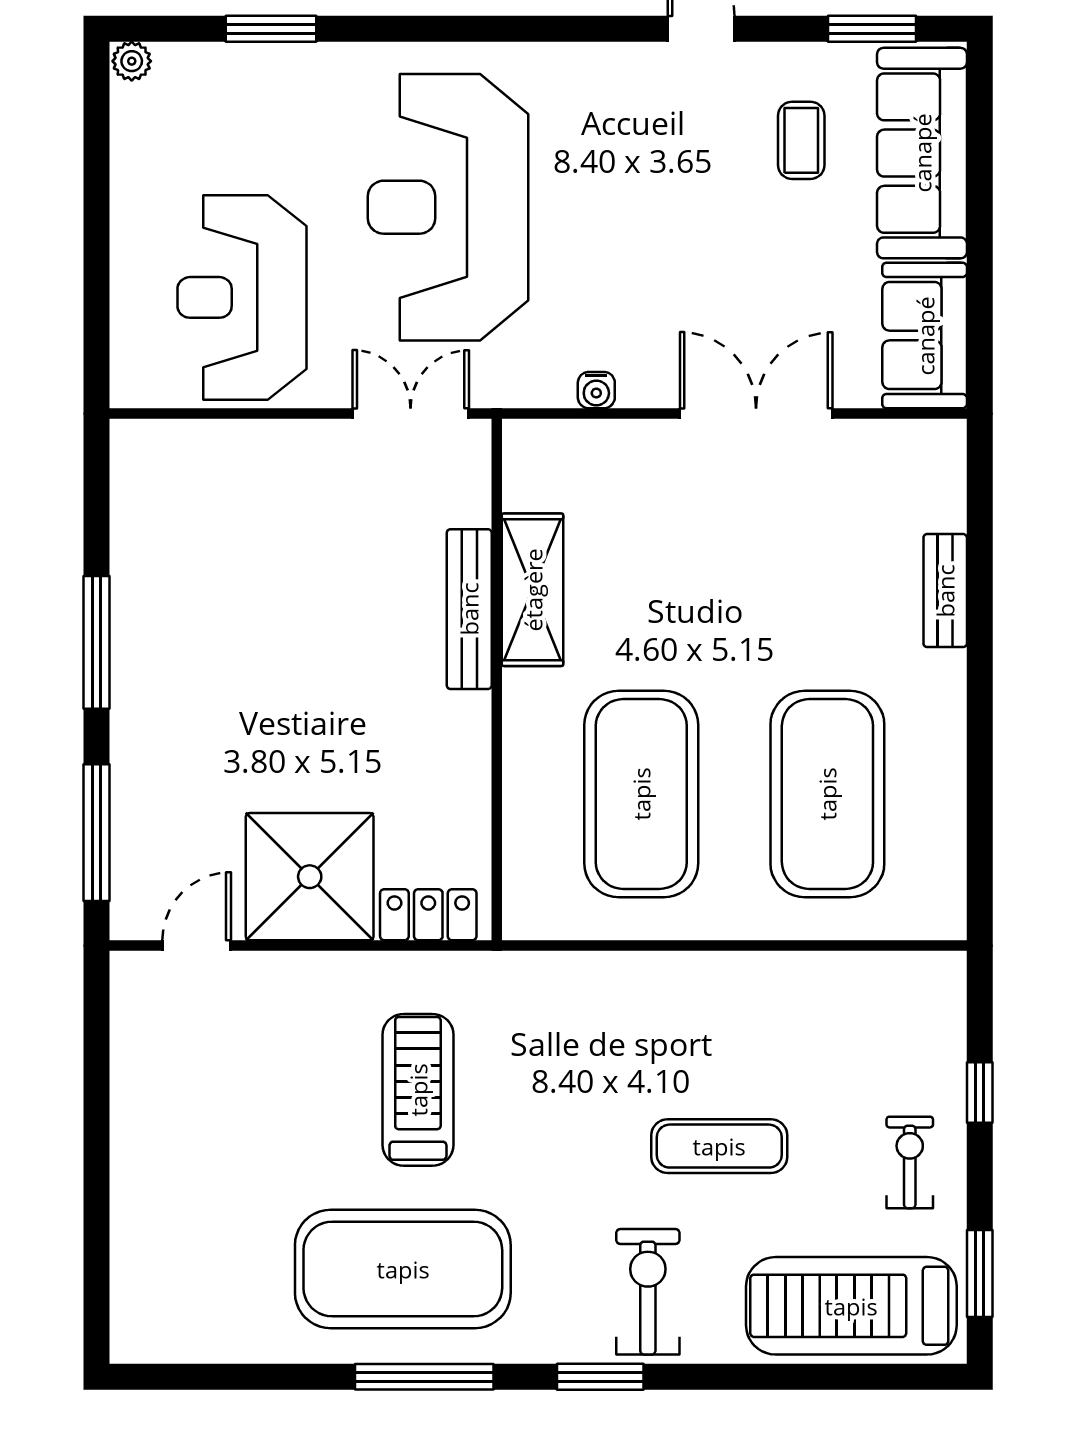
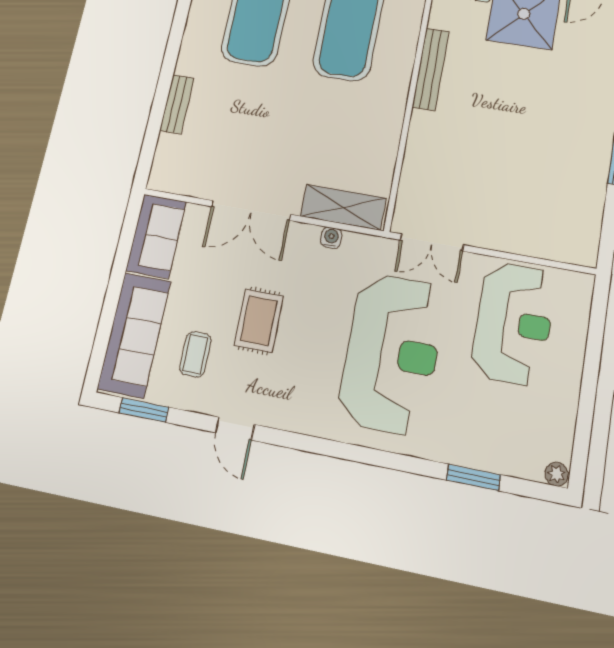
rug: (699, 219) -> (259, 321), added
shelving: (533, 590) -> (343, 207), moved, turned 90
bench: (469, 609) -> (431, 69), moved

